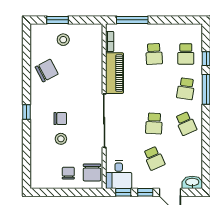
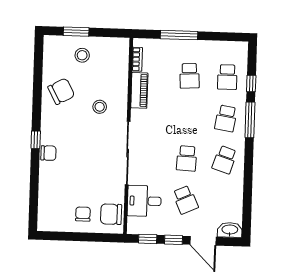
window: (132, 20) -> (179, 35), moved
piano: (114, 73) -> (139, 90), width x0.73, depth x0.75
chair: (60, 119) -> (48, 153), moved
school desk: (186, 123) -> (225, 160), turned 42
stool: (61, 139) -> (100, 107), moved
chair: (92, 172) -> (111, 214), turned 90
desk: (119, 175) -> (144, 201), moved, turned 90

